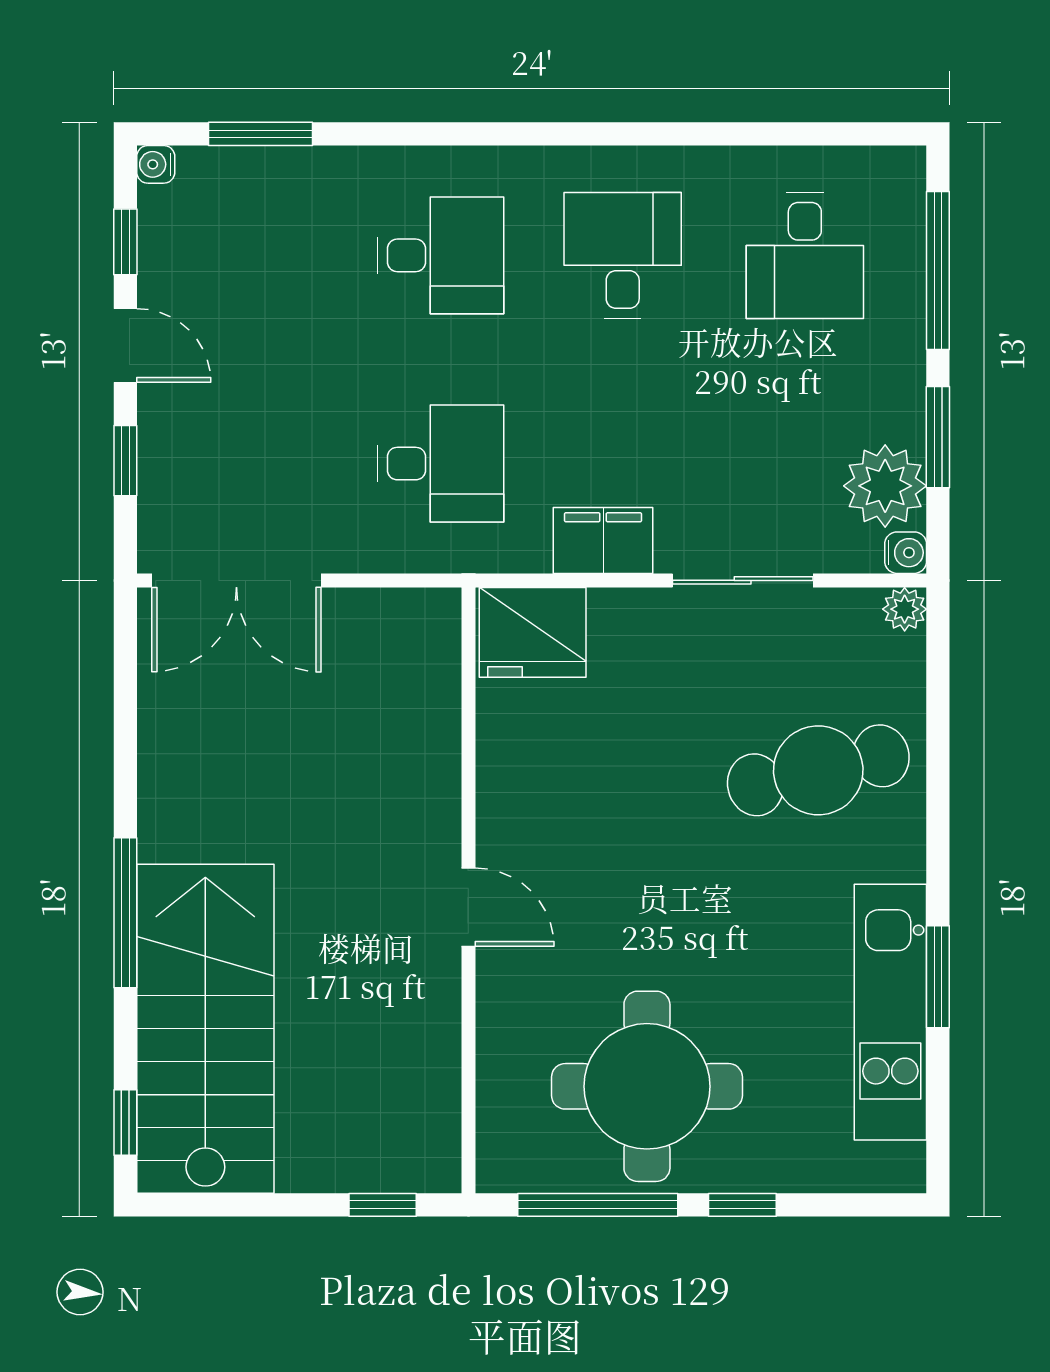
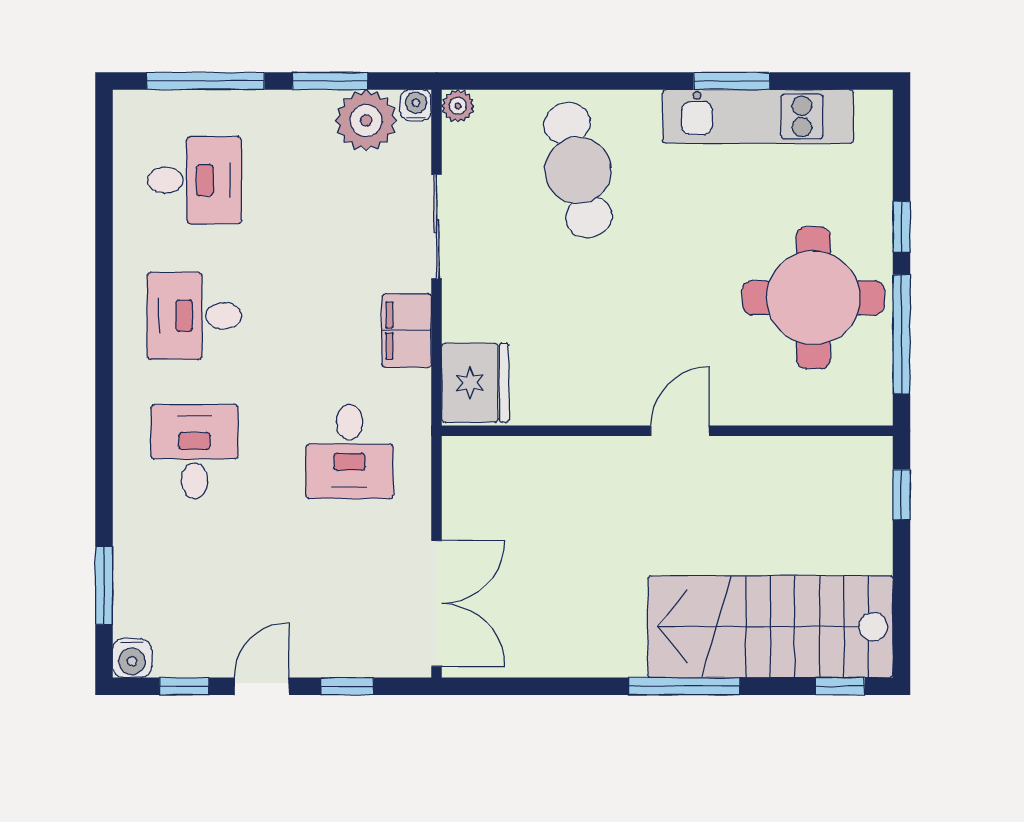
water cooler: (156, 164) -> (132, 658), width x1.38, depth x1.38
desk: (441, 464) -> (349, 451), turned 180

